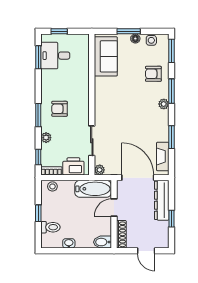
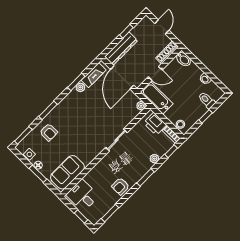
desk: (55, 56) -> (83, 195), moved, turned 180
plant: (164, 104) -> (80, 87), moved
armchair: (59, 109) -> (120, 186), moved, turned 90
sliding door: (92, 141) -> (117, 140), moved

